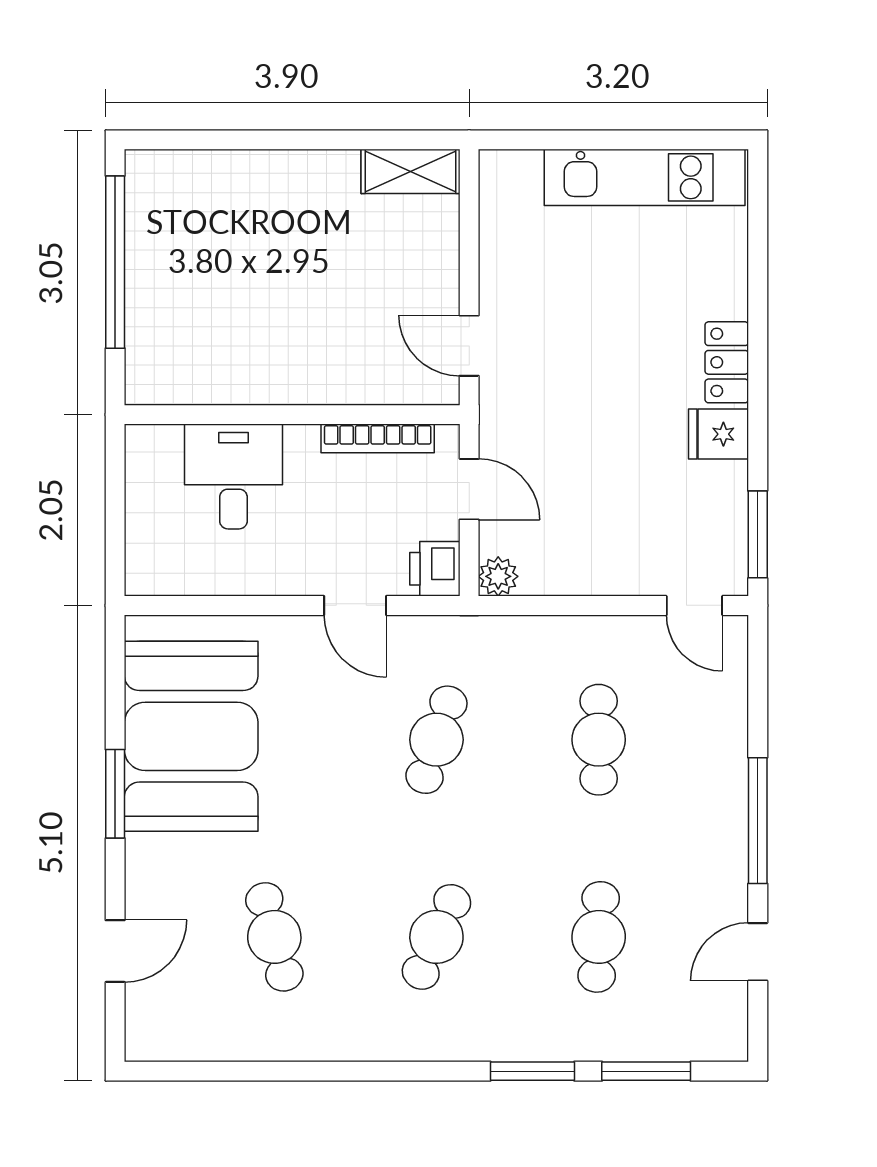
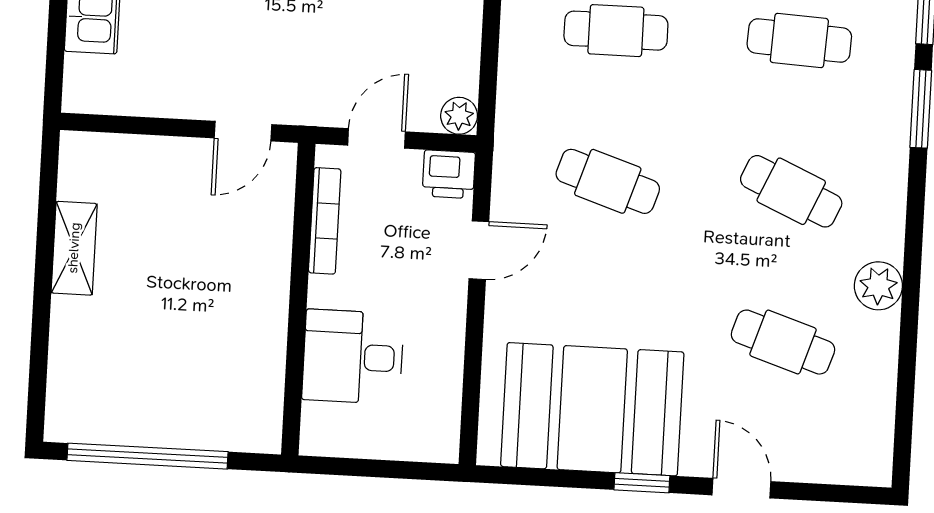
shelving: (410, 171) -> (74, 248), moved
window: (115, 794) -> (642, 483), width x0.67
cafe table: (274, 937) -> (783, 342), turned 33
door: (115, 951) -> (741, 488), moved
plant: (340, 1036) -> (878, 286), added

